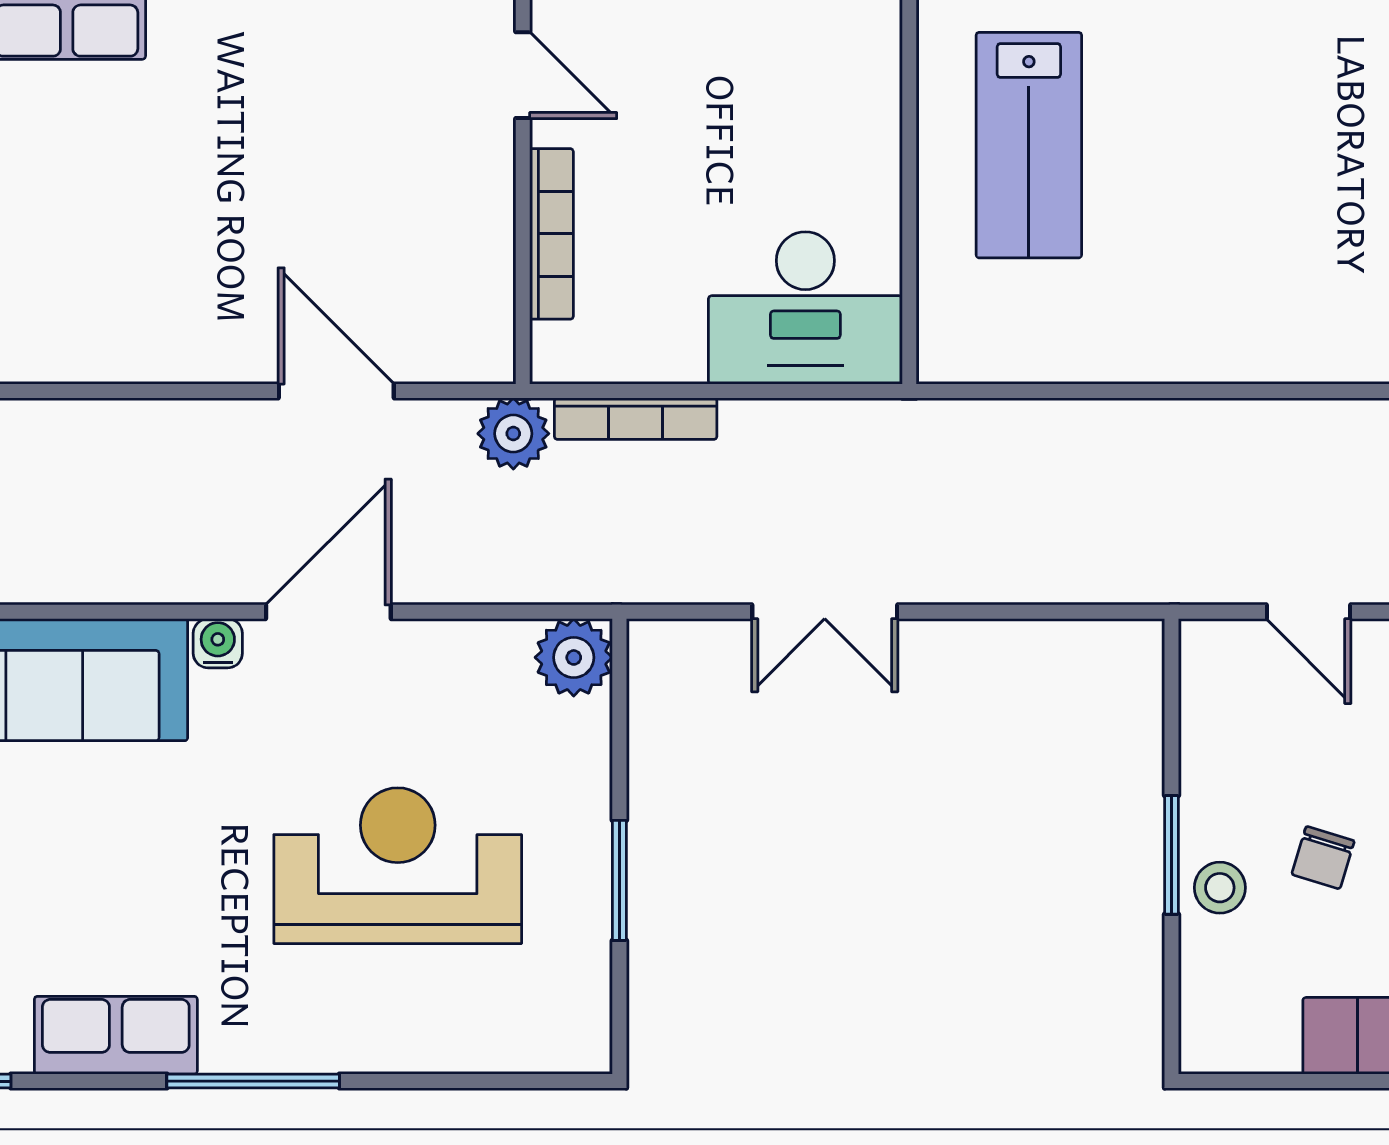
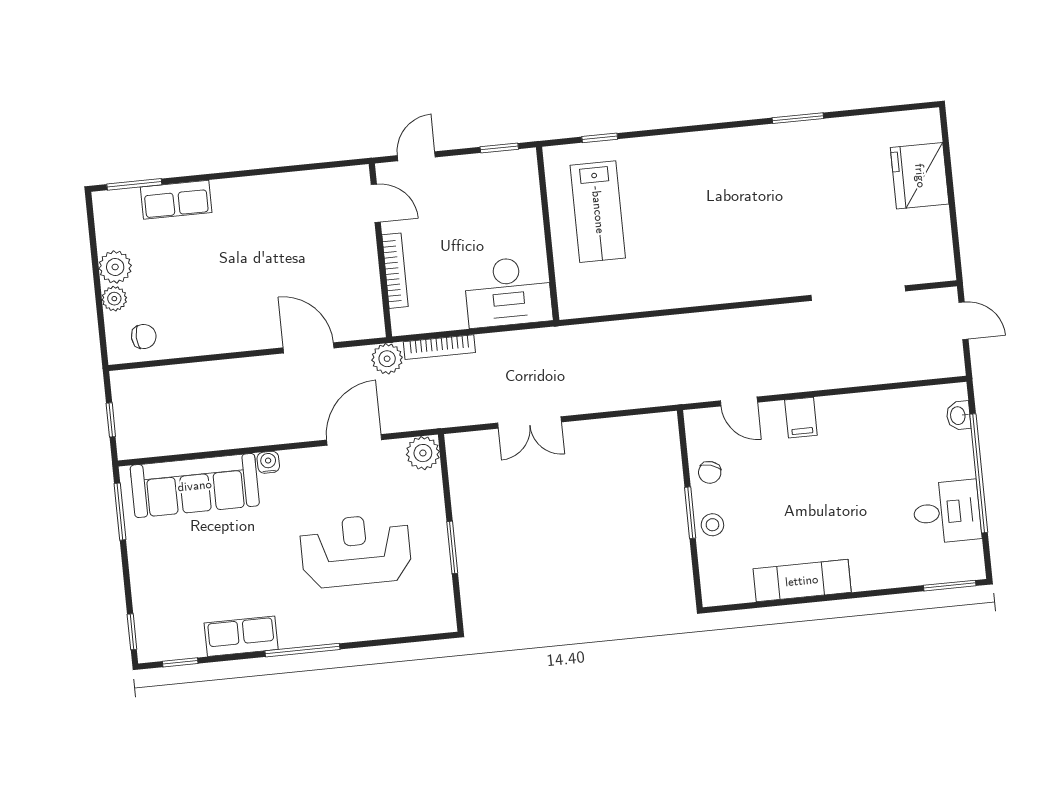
door: (328, 612) -> (354, 440), moved
chair: (1323, 858) -> (710, 472), moved

